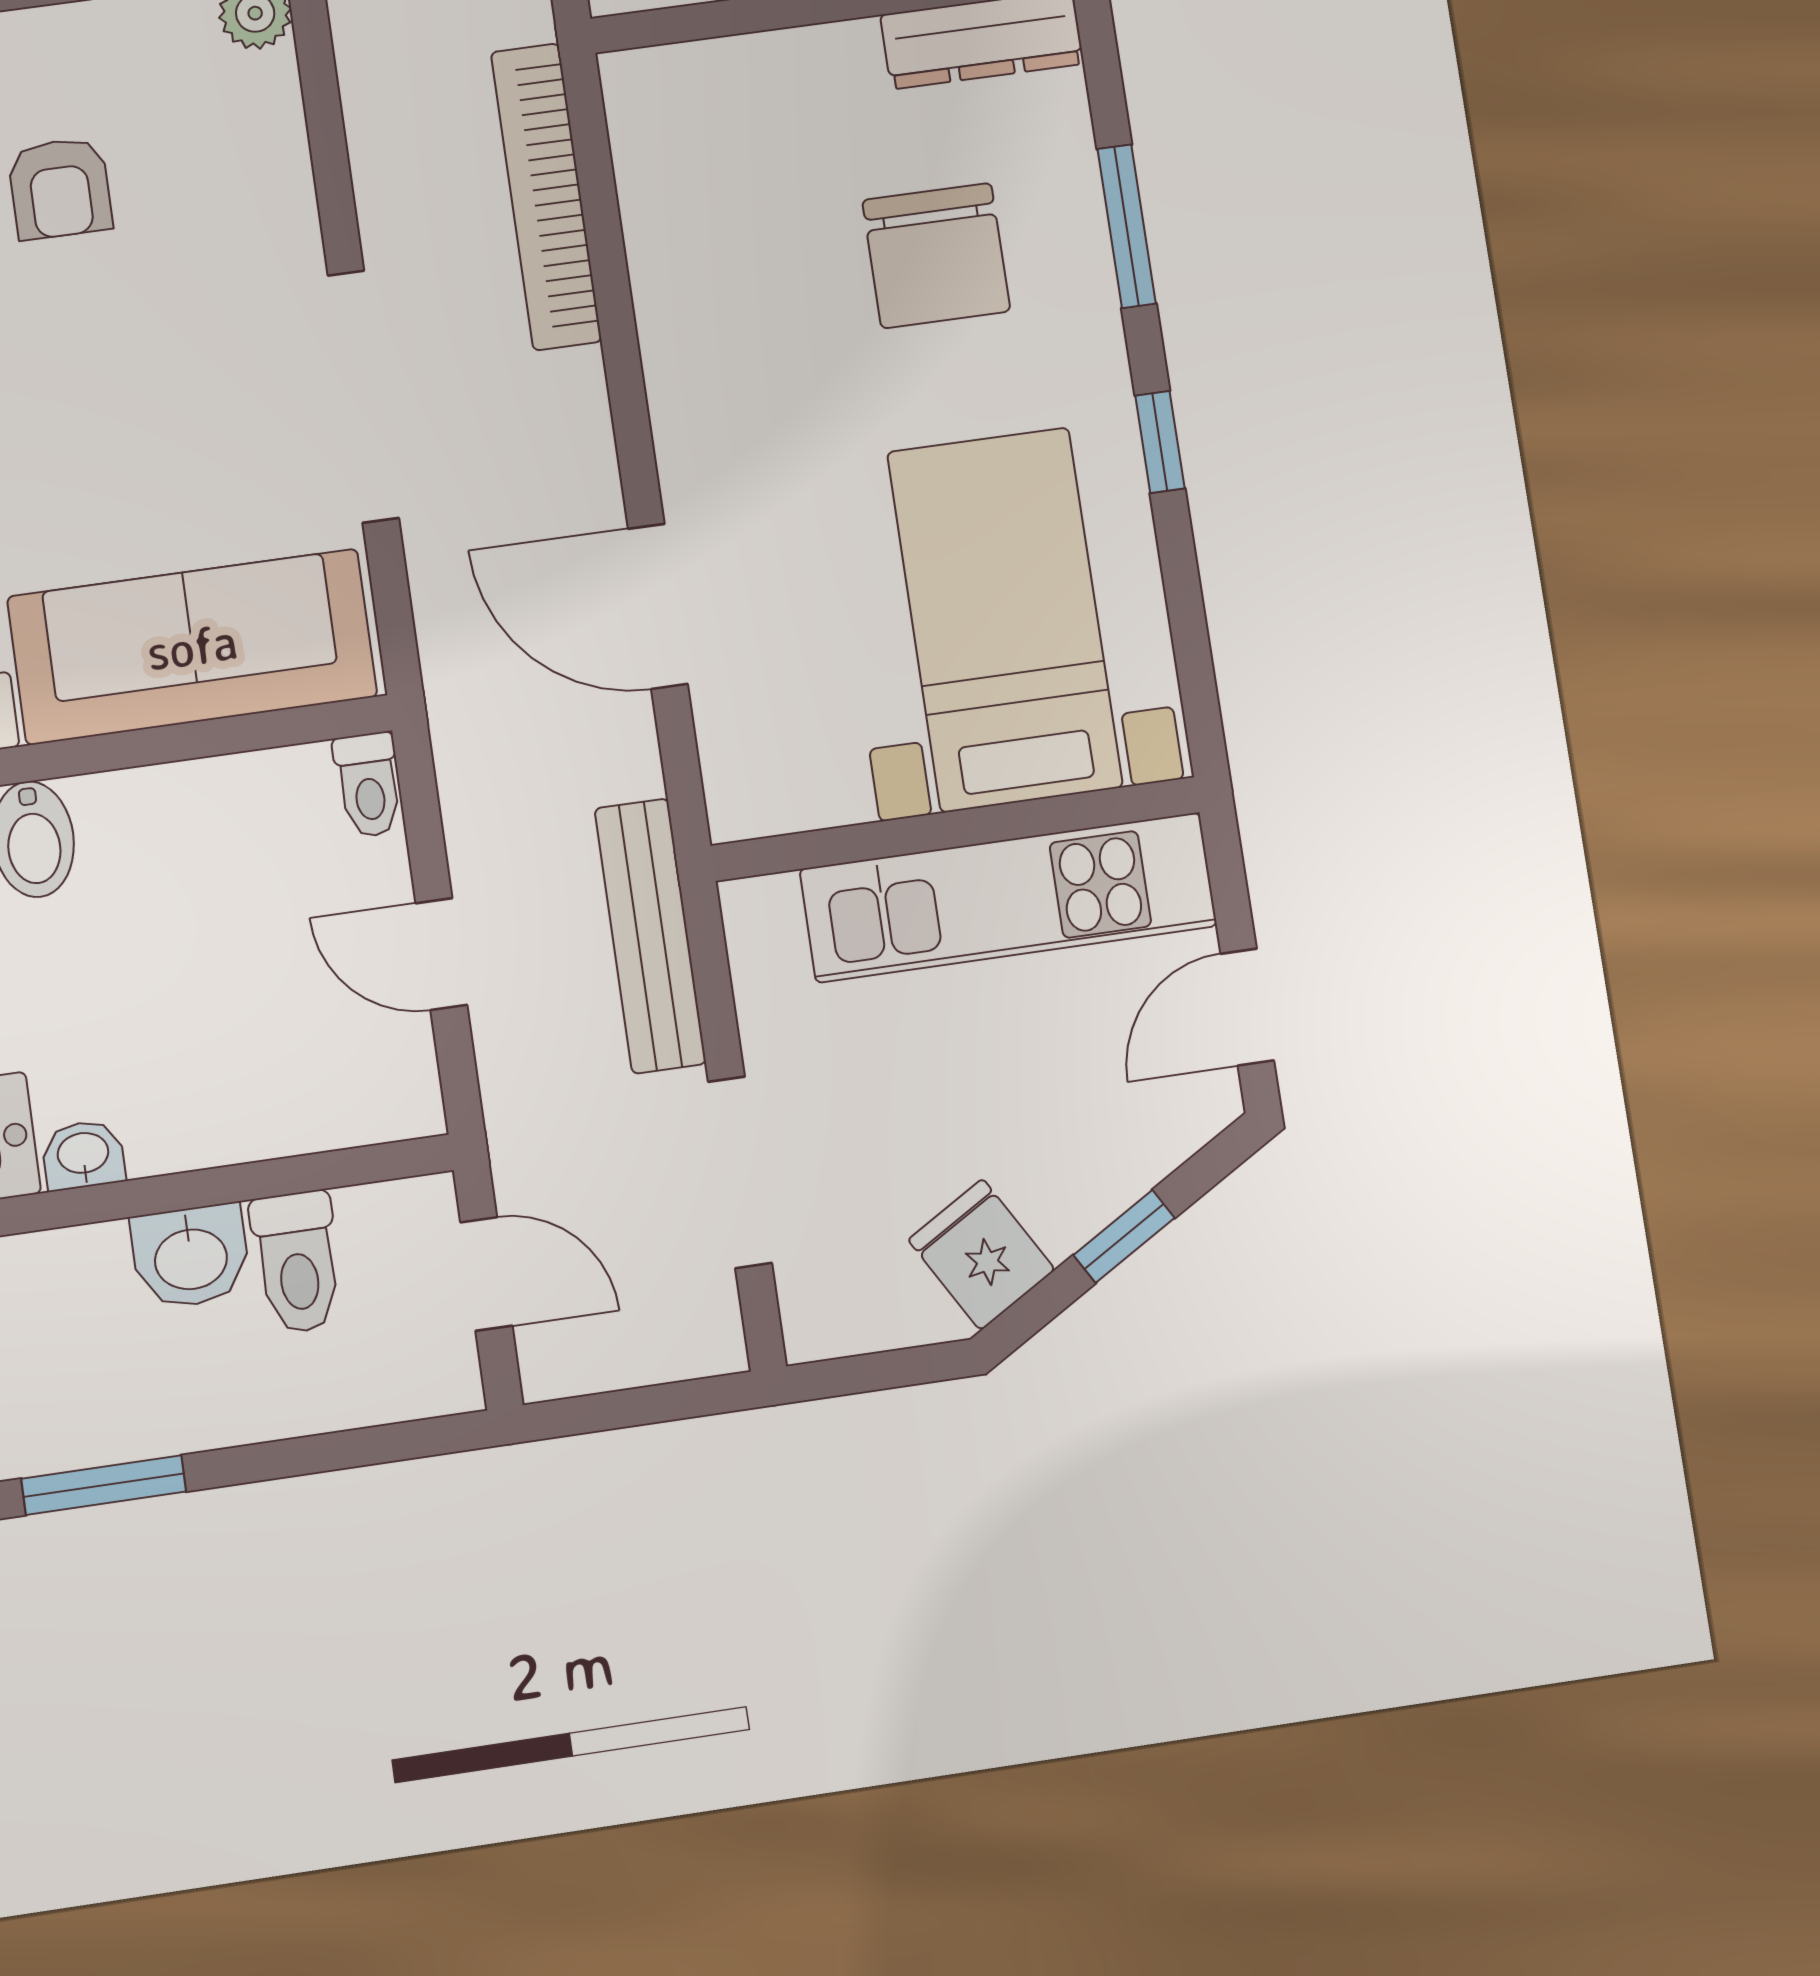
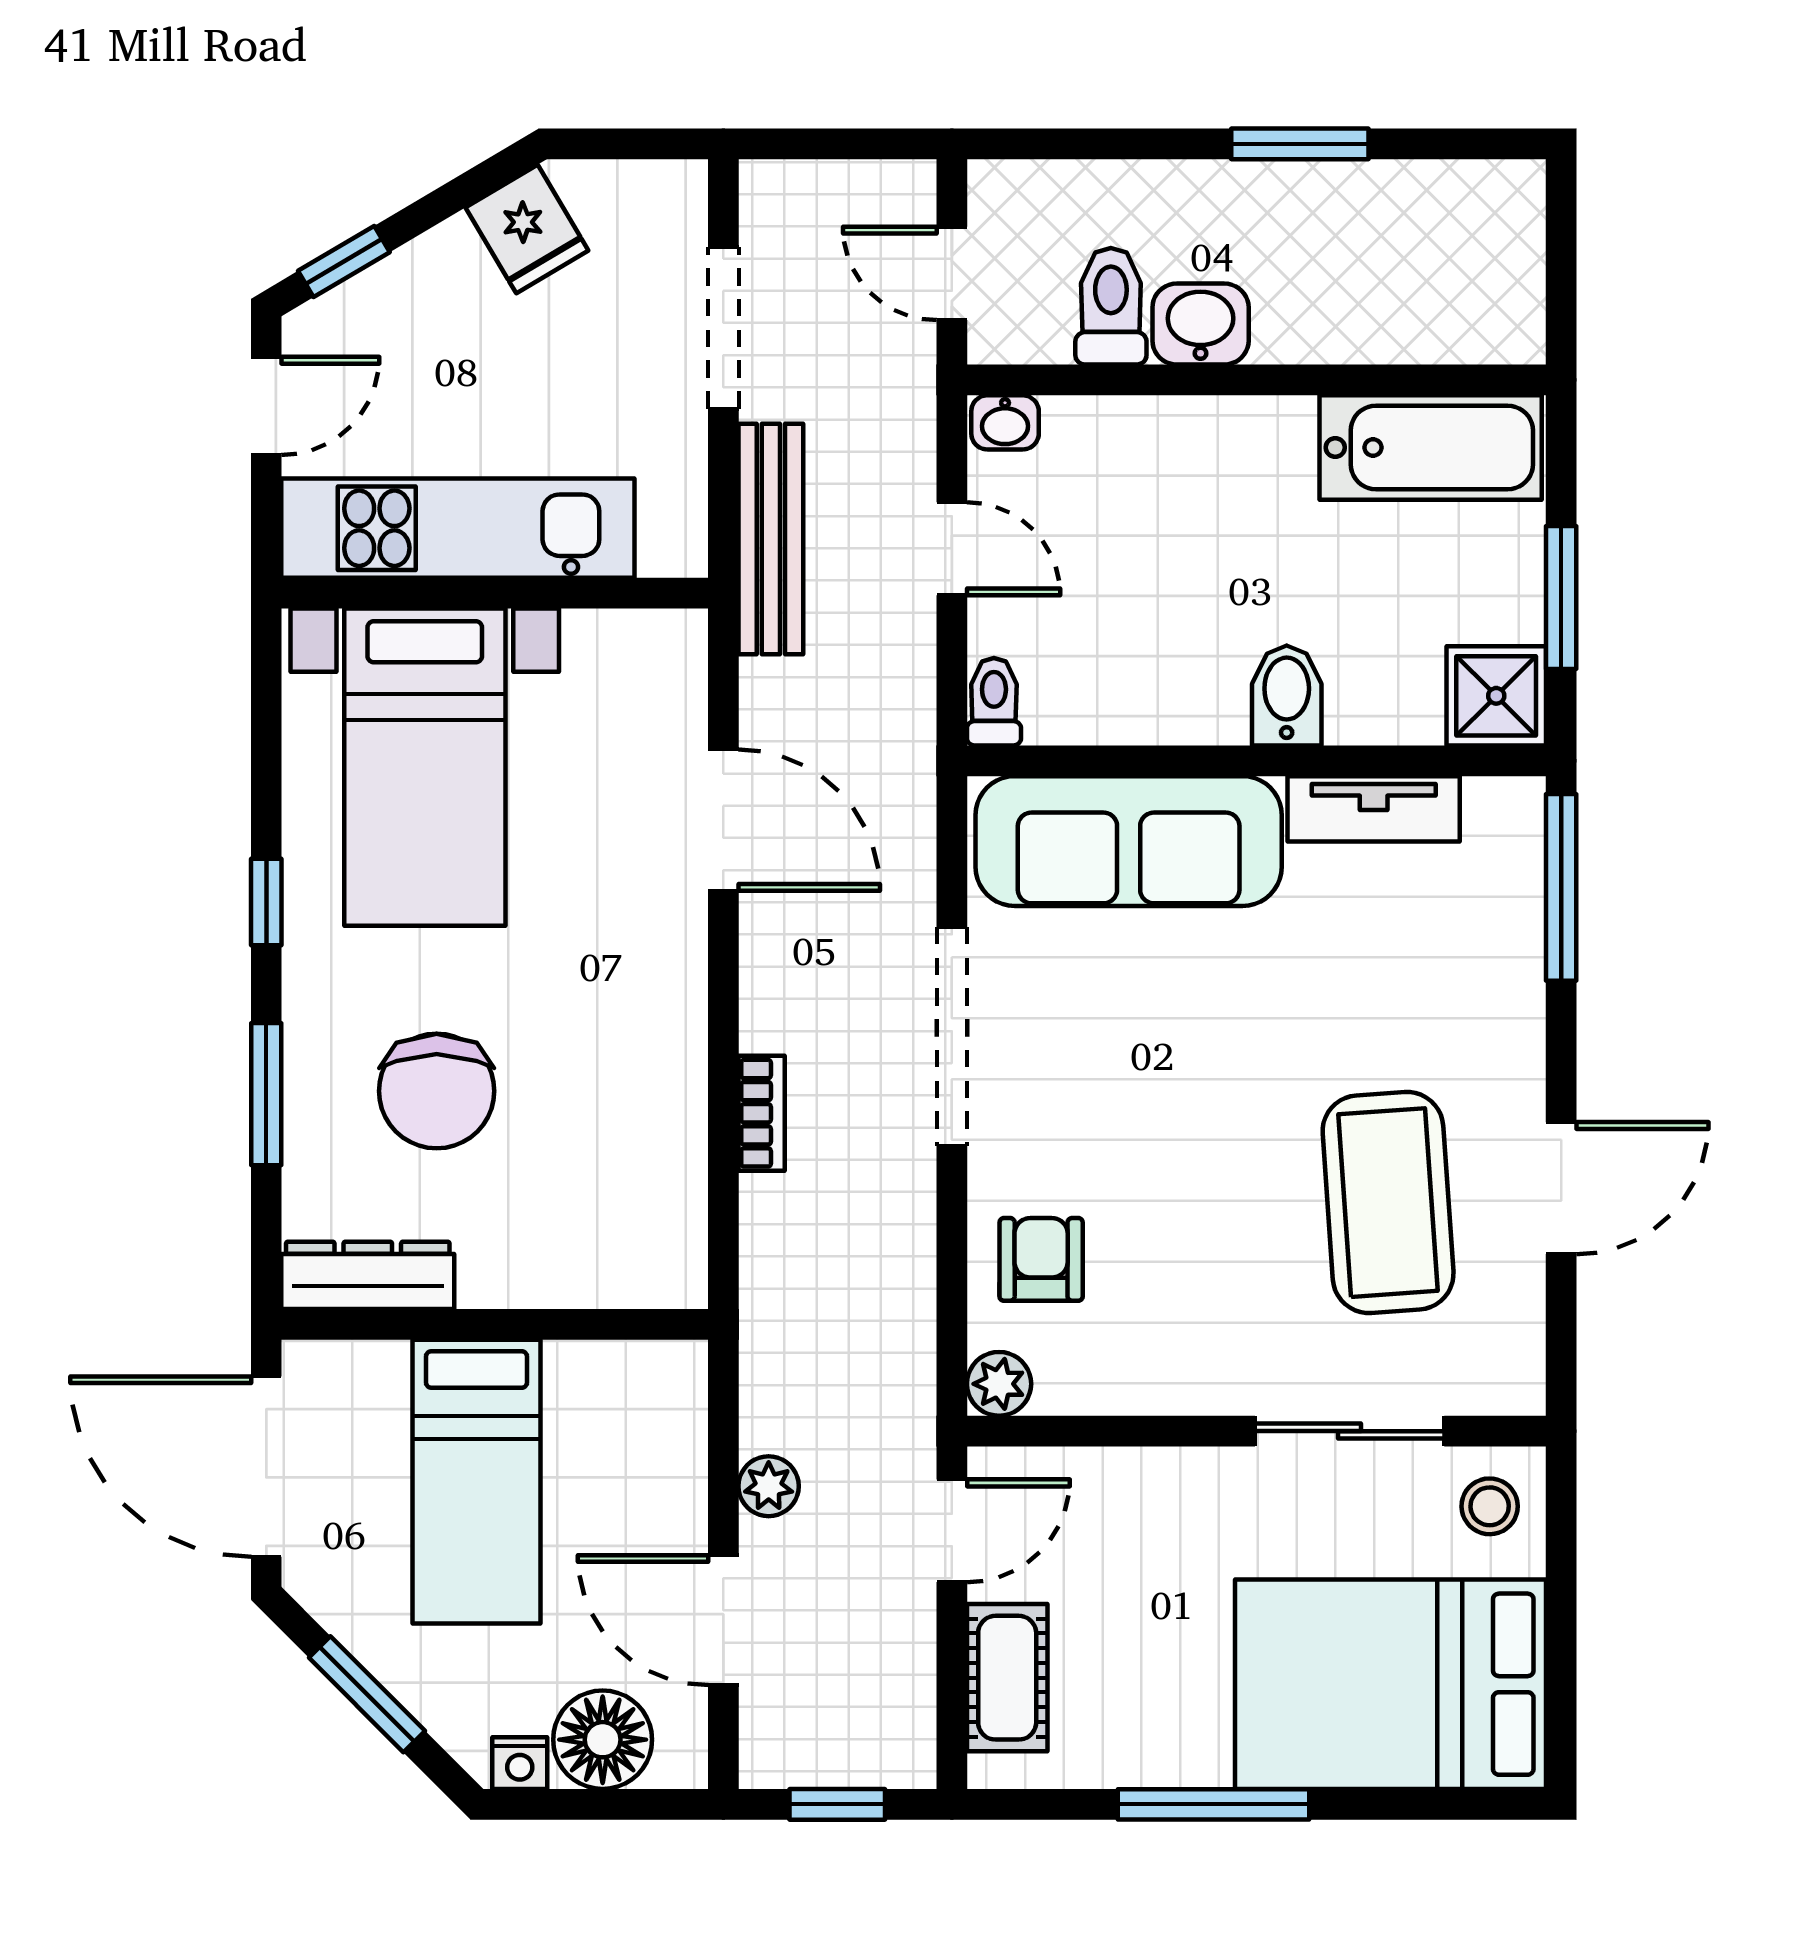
armchair: (60, 188) -> (1041, 1259), moved
bookcase: (546, 197) -> (762, 1113), width x0.43, depth x0.76
chair: (936, 256) -> (437, 1091), turned 180
washbasin: (83, 1155) -> (1005, 422), moved
window: (1124, 1236) -> (344, 262), moved

